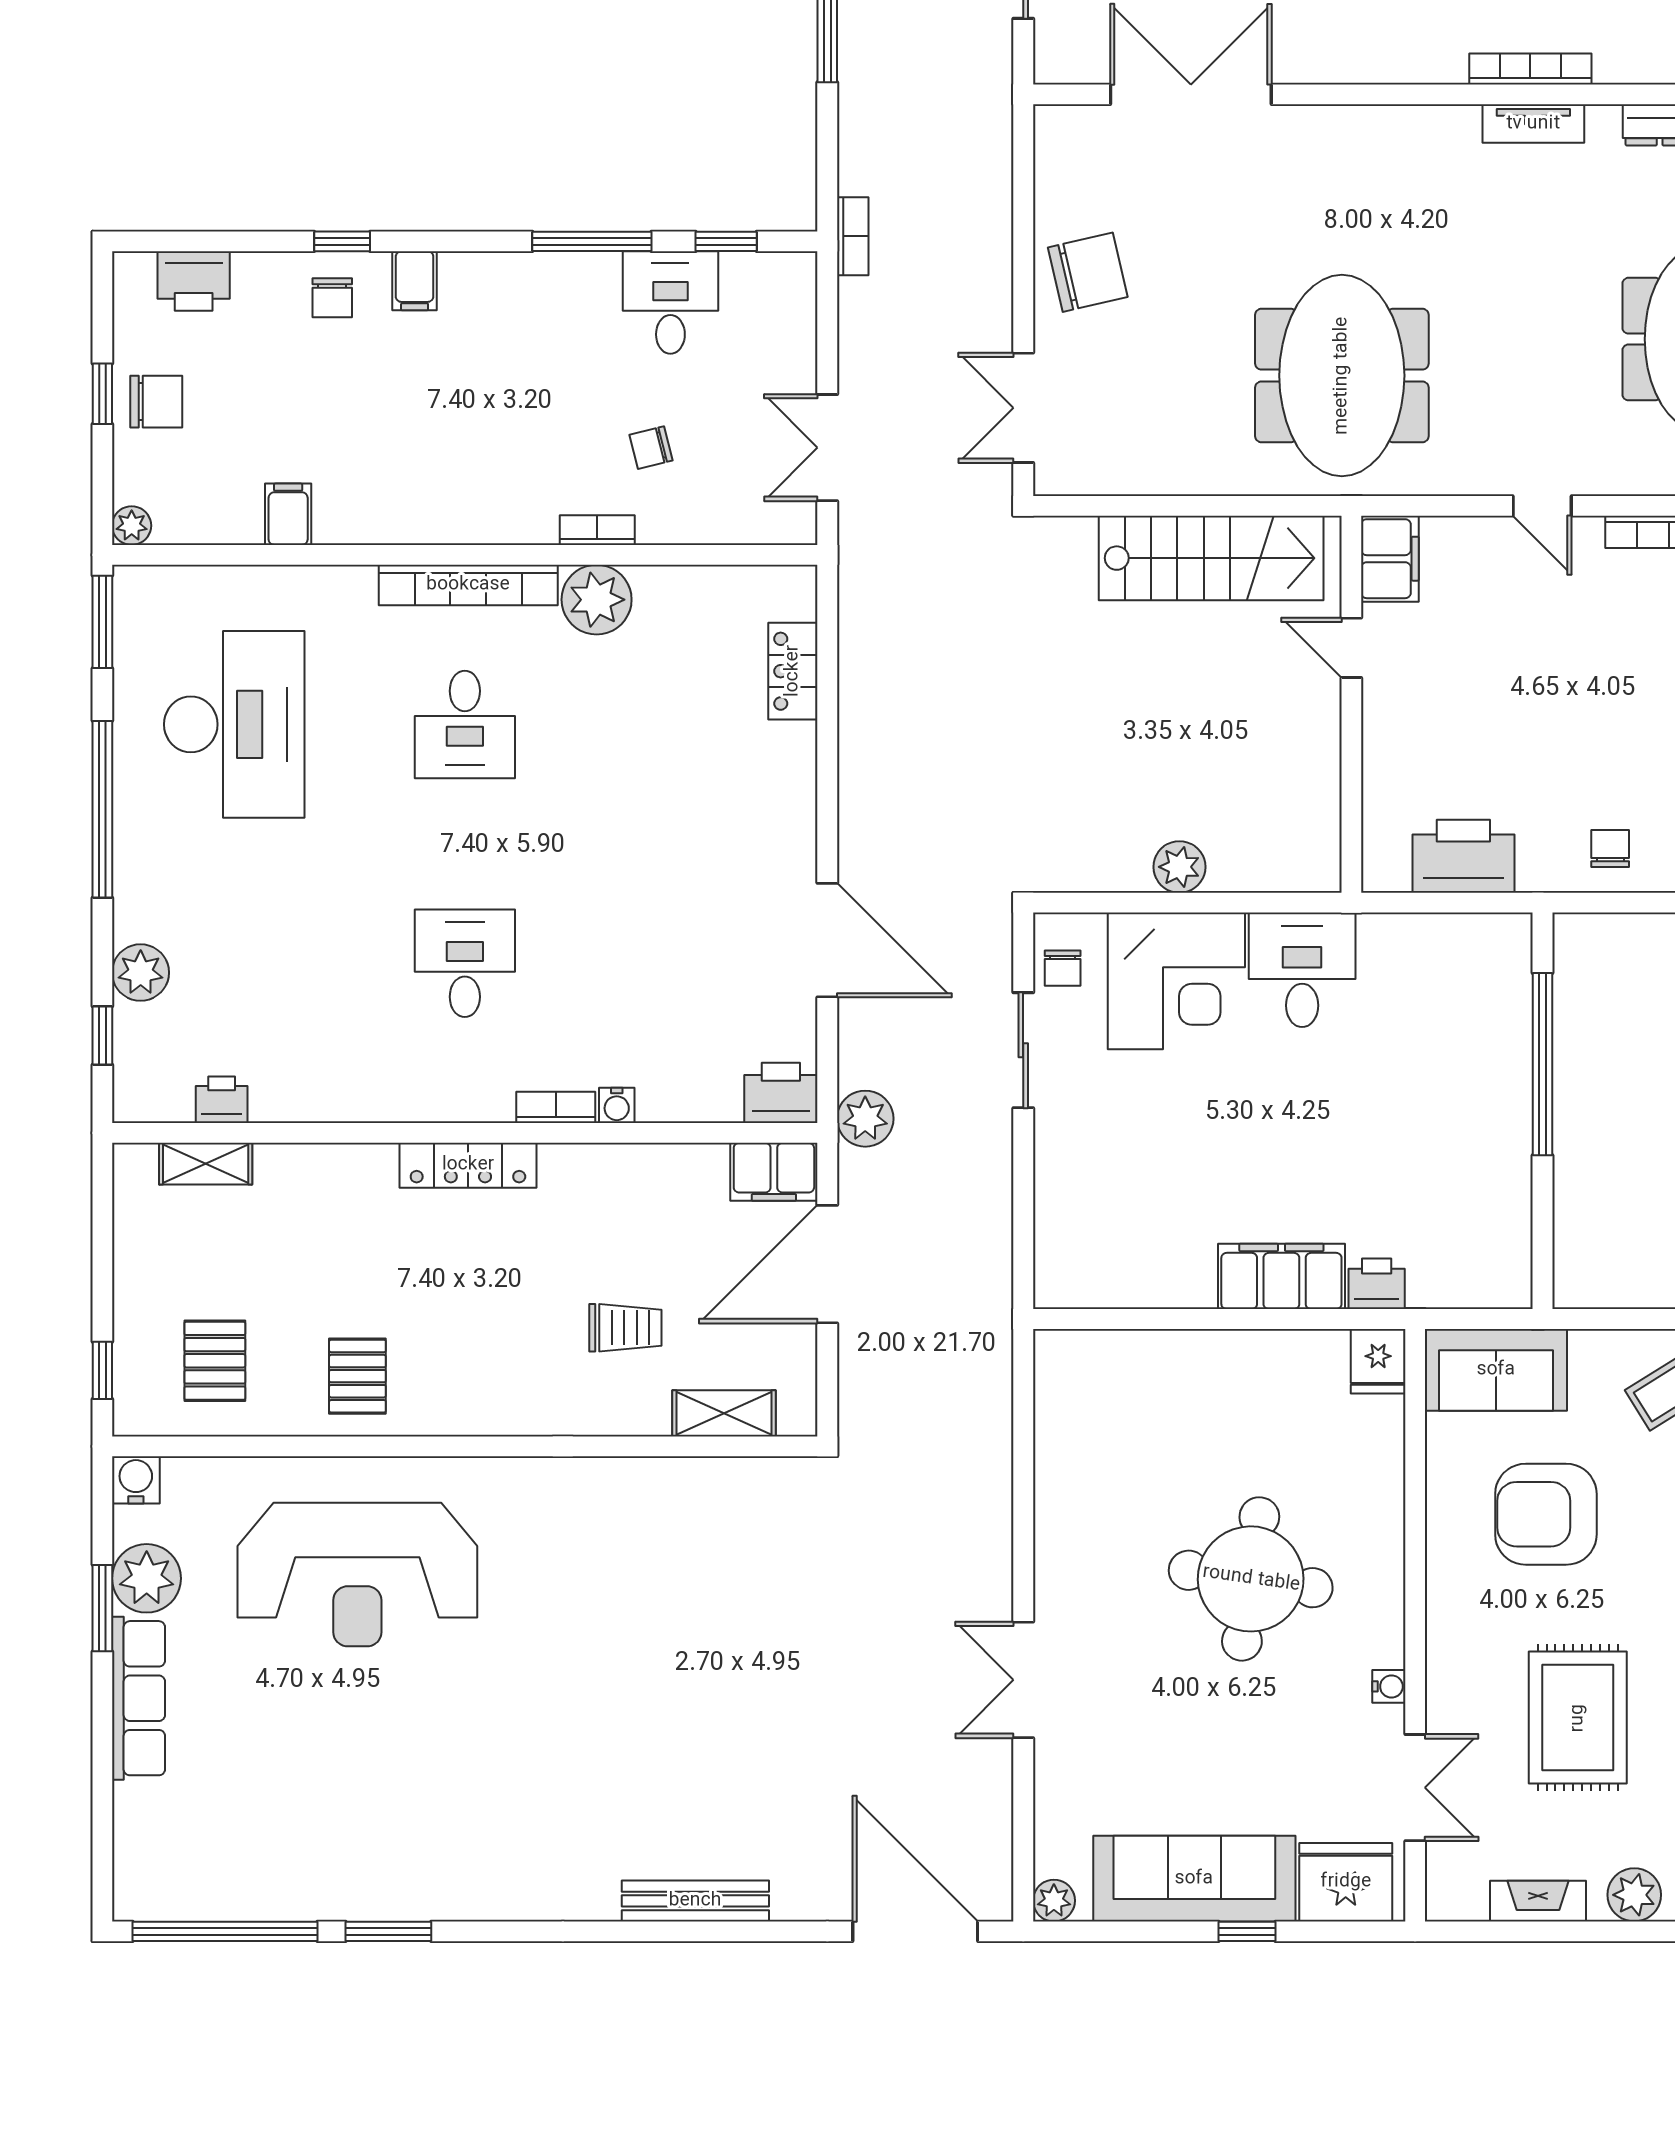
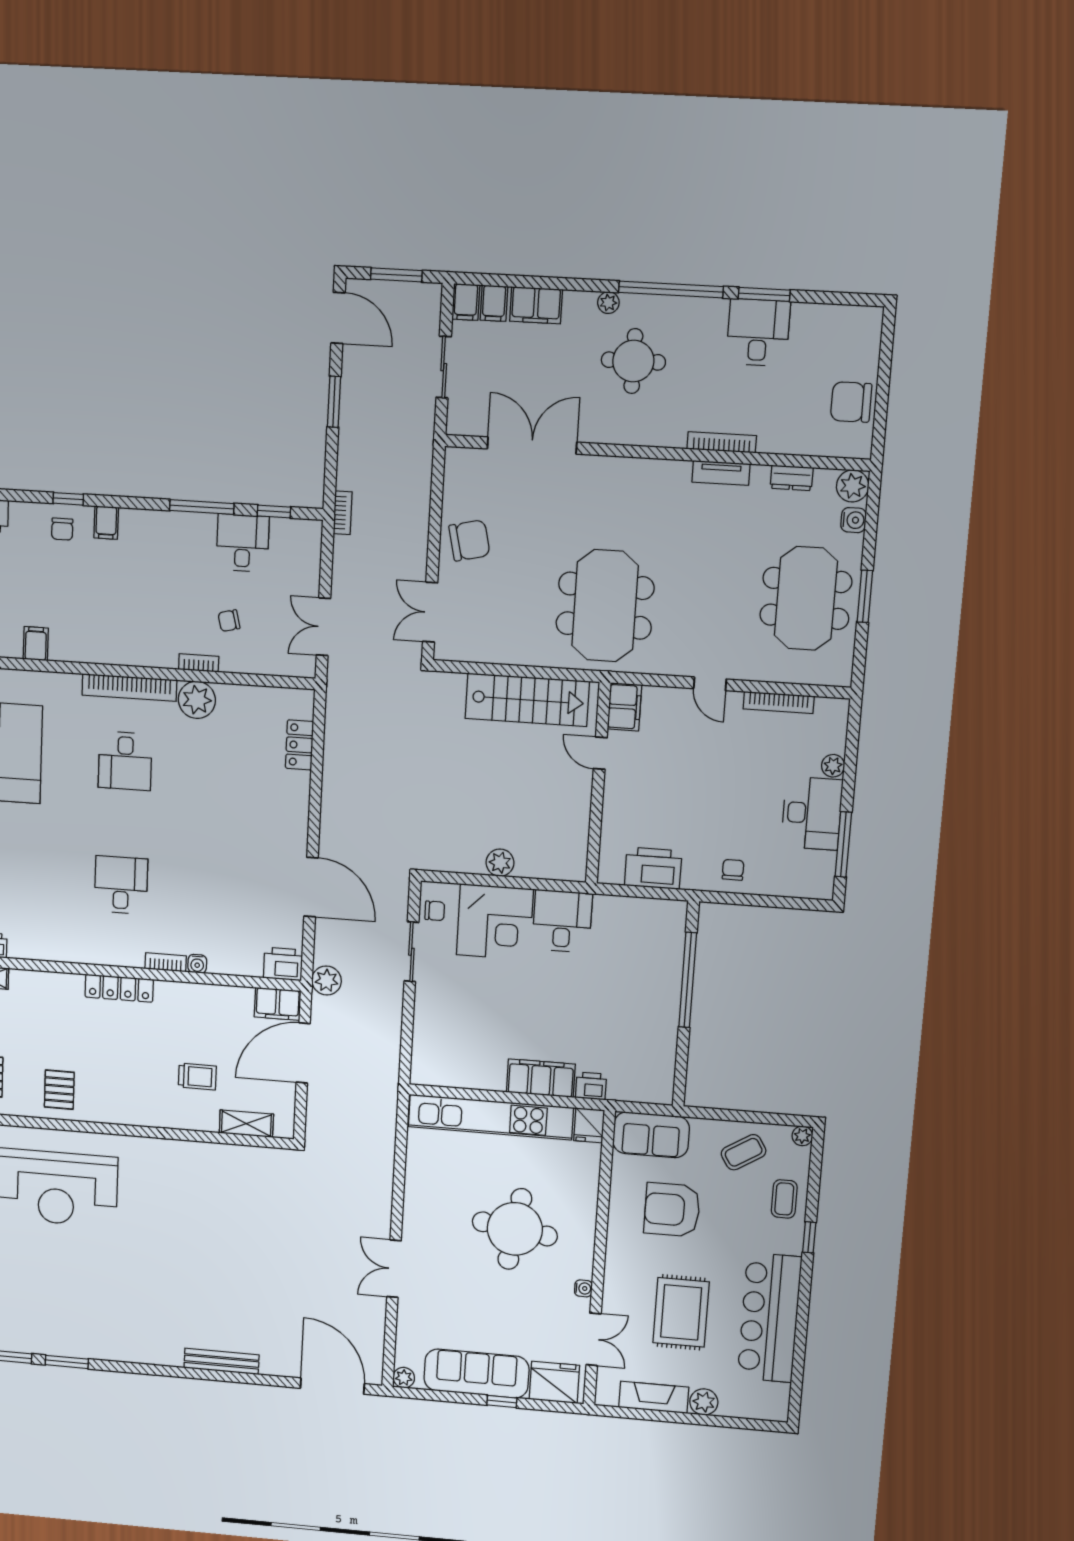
chair: (1063, 968) -> (435, 911), turned -90
kitchen unit: (1191, 1361) -> (491, 1117), added
fireplace: (1538, 1901) -> (654, 1397), width x1.37, depth x1.32

